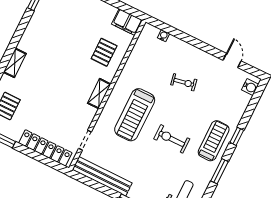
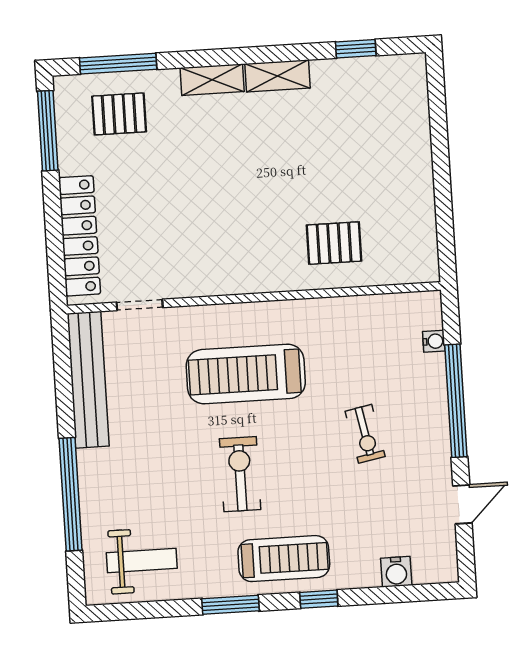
filing cabinet: (127, 22) -> (419, 254), removed
window: (191, 40) -> (456, 401), added
water cooler: (250, 87) -> (396, 572), moved
shelving: (99, 94) -> (277, 76), moved

